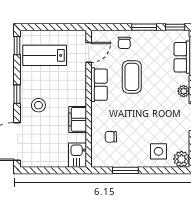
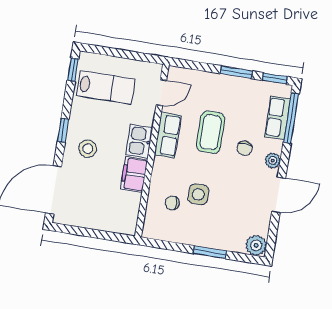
chair: (124, 43) -> (245, 148), moved
lab bench: (45, 55) -> (106, 87), turned 180
side table: (158, 151) -> (198, 194), moved
kitchen sink: (77, 155) -> (139, 141), moved
window: (125, 170) -> (210, 252), moved

